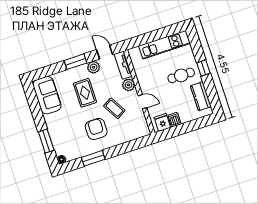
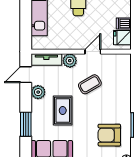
window: (75, 62) -> (26, 124), moved
rug: (85, 93) -> (63, 110), turned 90
armchair: (96, 129) -> (109, 135), moved

